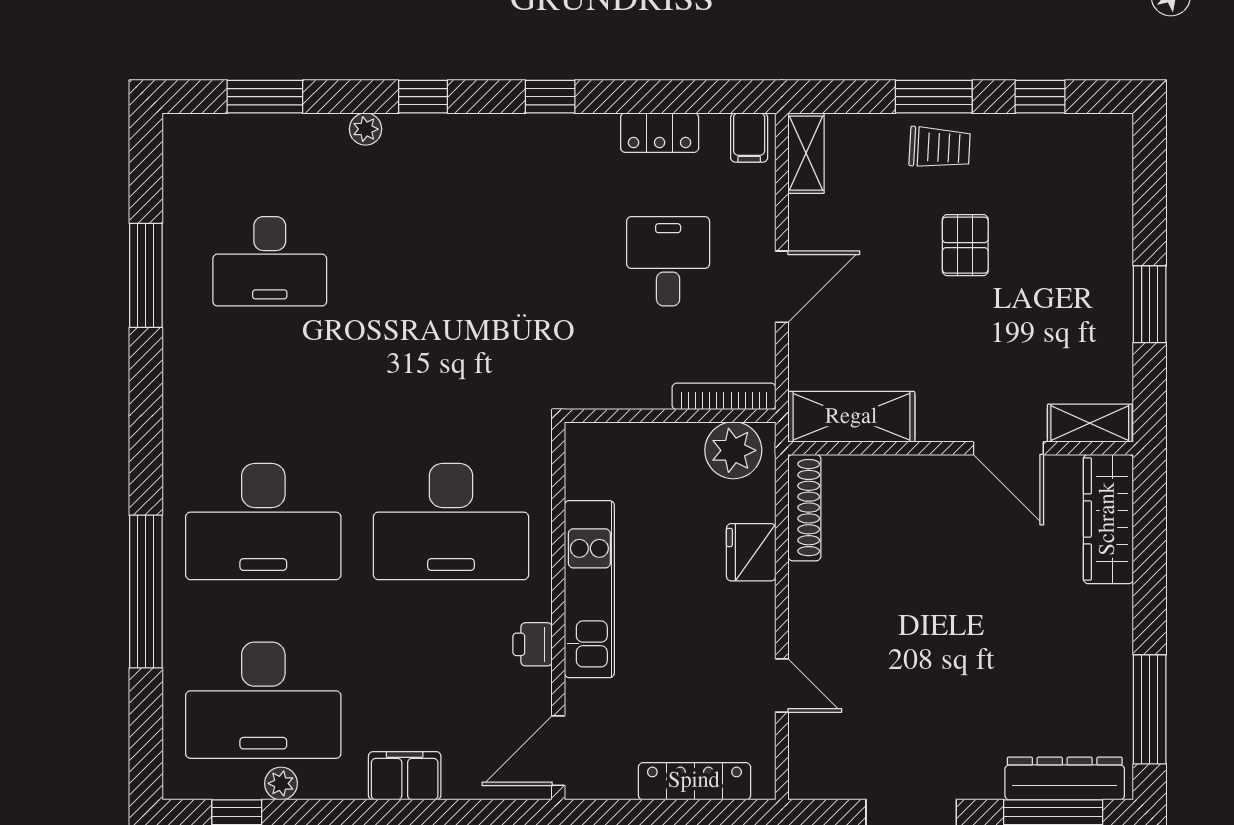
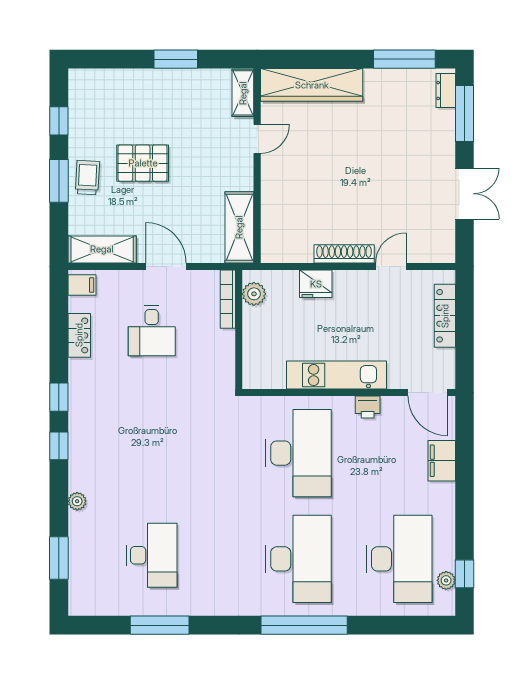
window: (423, 97) -> (59, 446), moved
shelving: (806, 153) -> (102, 249), width x1.50, depth x1.33
pallet: (965, 245) -> (143, 163), width x1.50, depth x1.42
desk: (668, 261) -> (152, 331), turned -90
door: (1008, 448) -> (257, 139), width x0.73
plant: (733, 450) -> (254, 294), width x0.73, depth x0.73
shoe rack: (804, 508) -> (344, 254), moved
wardrobe: (1108, 519) -> (312, 85), width x1.40, depth x1.17
window: (146, 592) -> (304, 625), moved
filing cabinet: (405, 776) -> (442, 461), moved
dresser: (1065, 778) -> (446, 90), width x0.51, depth x0.80
plant: (281, 783) -> (446, 580), moved

